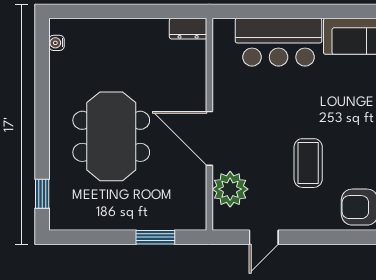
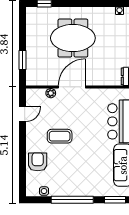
plant: (230, 189) -> (51, 93), width x0.53, depth x0.53
door: (264, 237) -> (23, 114), swing flipped

